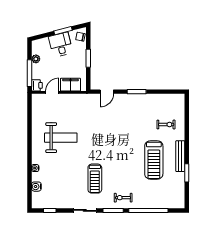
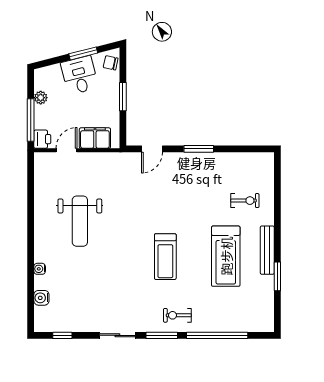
weight bench: (61, 138) -> (80, 221), turned 90
treadmill: (95, 179) -> (165, 257), moved

